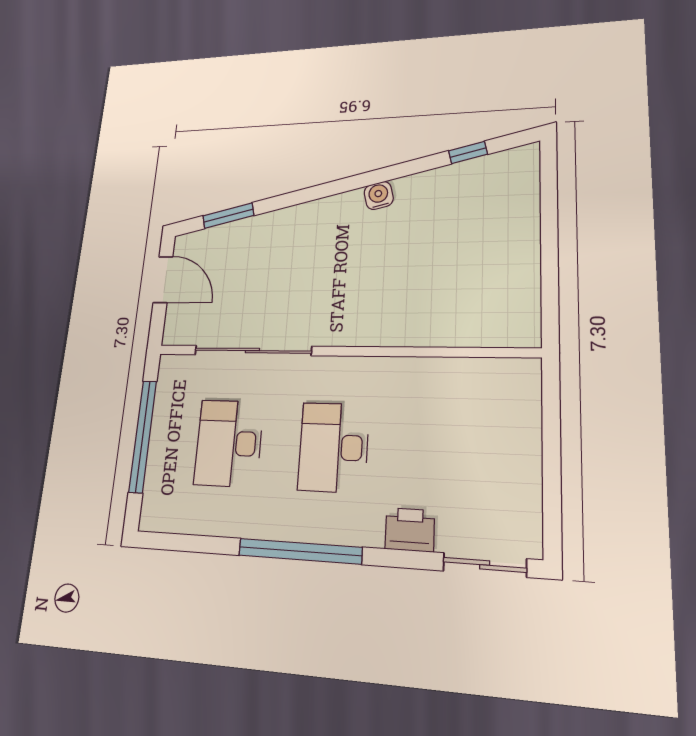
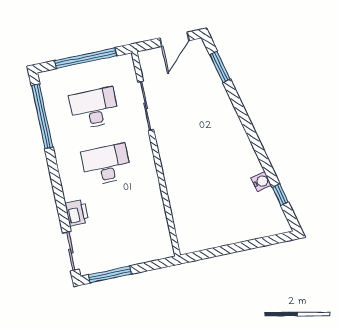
water cooler: (379, 195) -> (261, 182), moved
sliding door: (252, 351) -> (146, 106), width x0.73
window: (552, 496) -> (110, 274), added
window: (300, 551) -> (42, 116), moved

